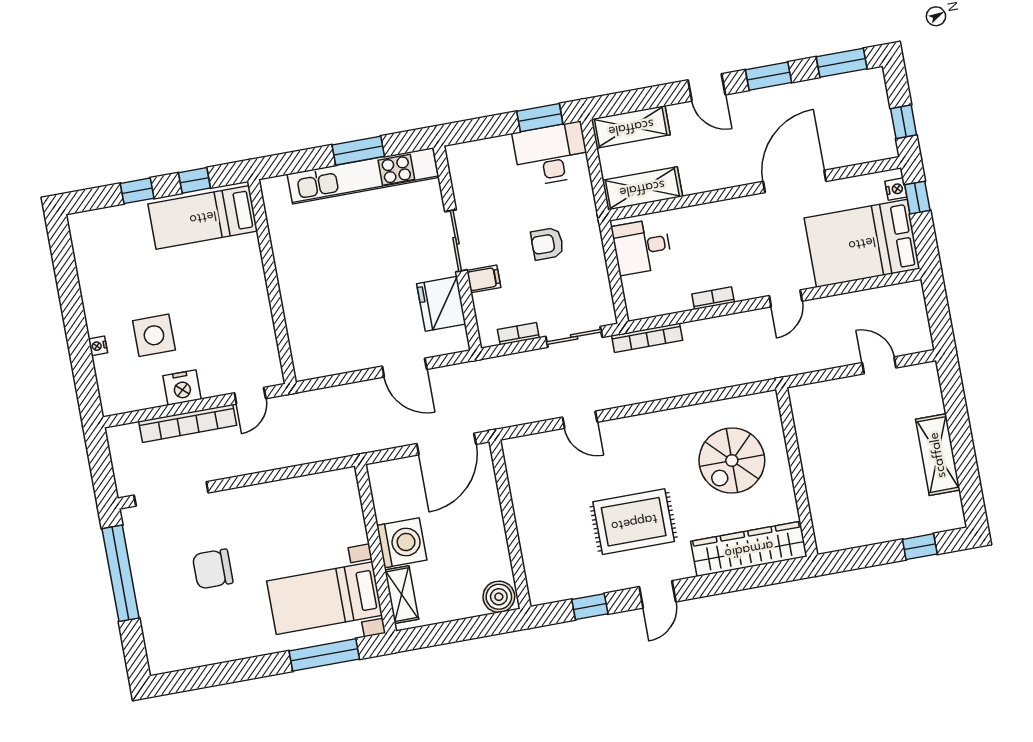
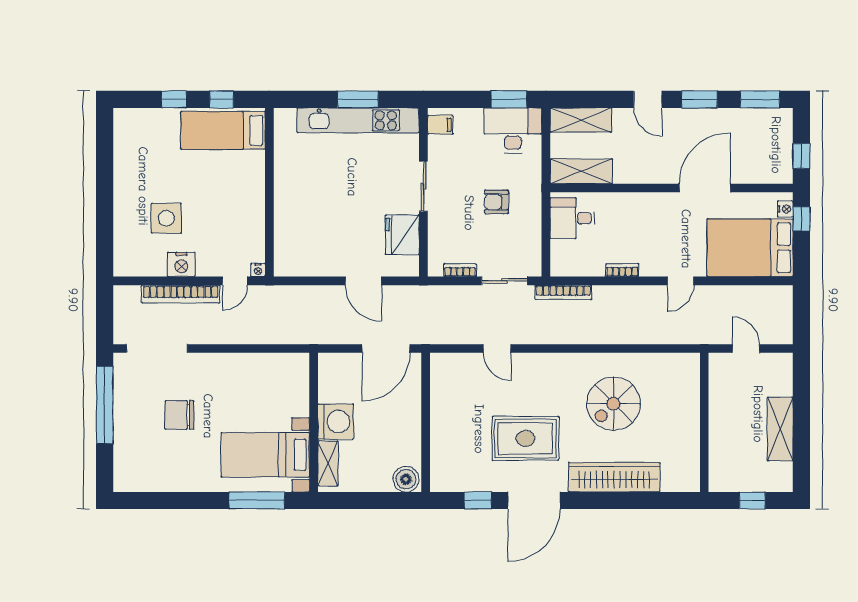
filing cabinet: (484, 279) -> (440, 125), moved
nightstand: (98, 346) -> (258, 270), moved, turned -90
wall: (797, 472) -> (704, 422), moved
door: (658, 594) -> (534, 500), width x1.87

